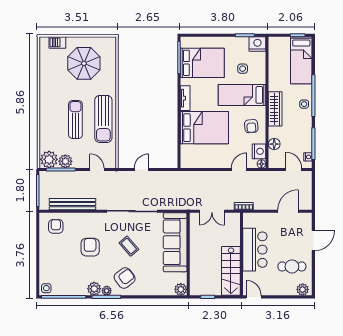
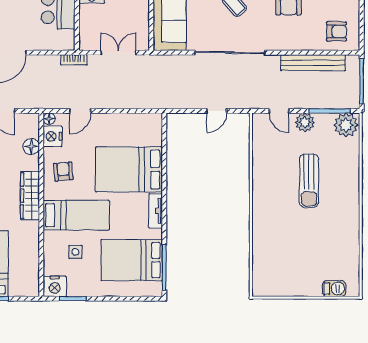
parasol: (84, 63) -> (297, 259), removed
sun lounger: (103, 119) -> (270, 182), removed
plant: (65, 161) -> (305, 122), moved
armchair: (56, 226) -> (336, 31), turned -90

